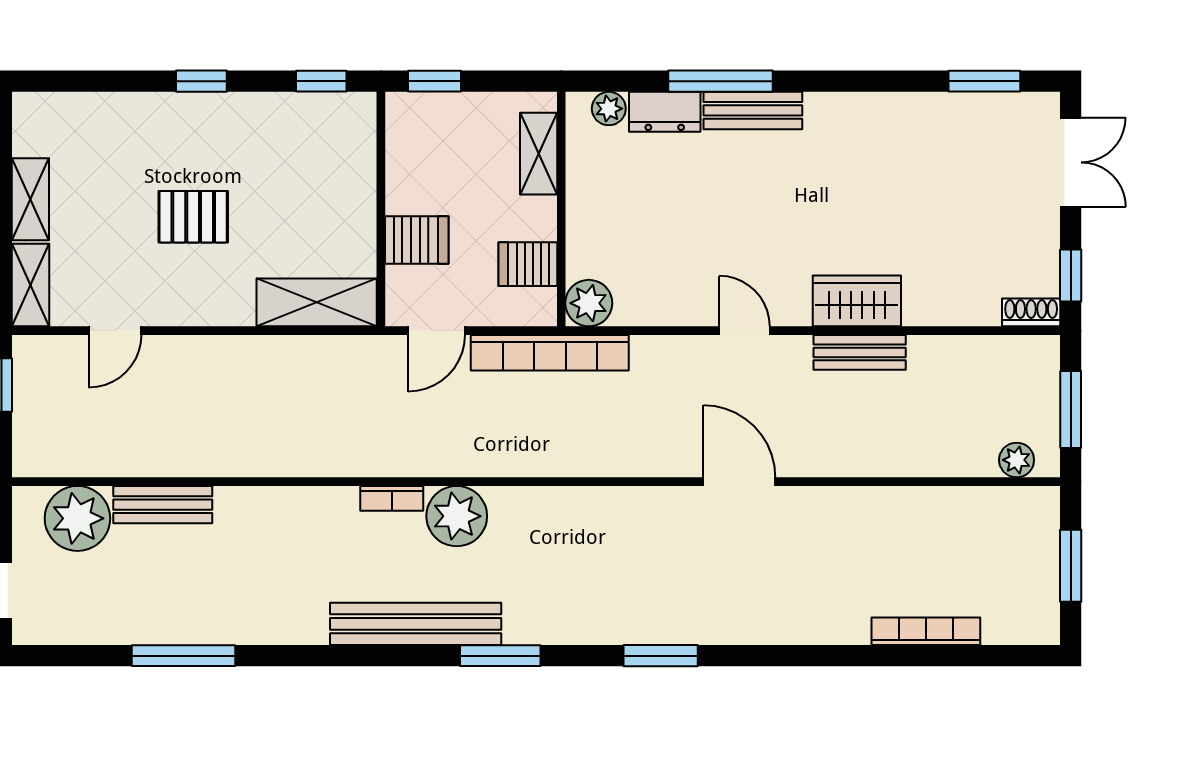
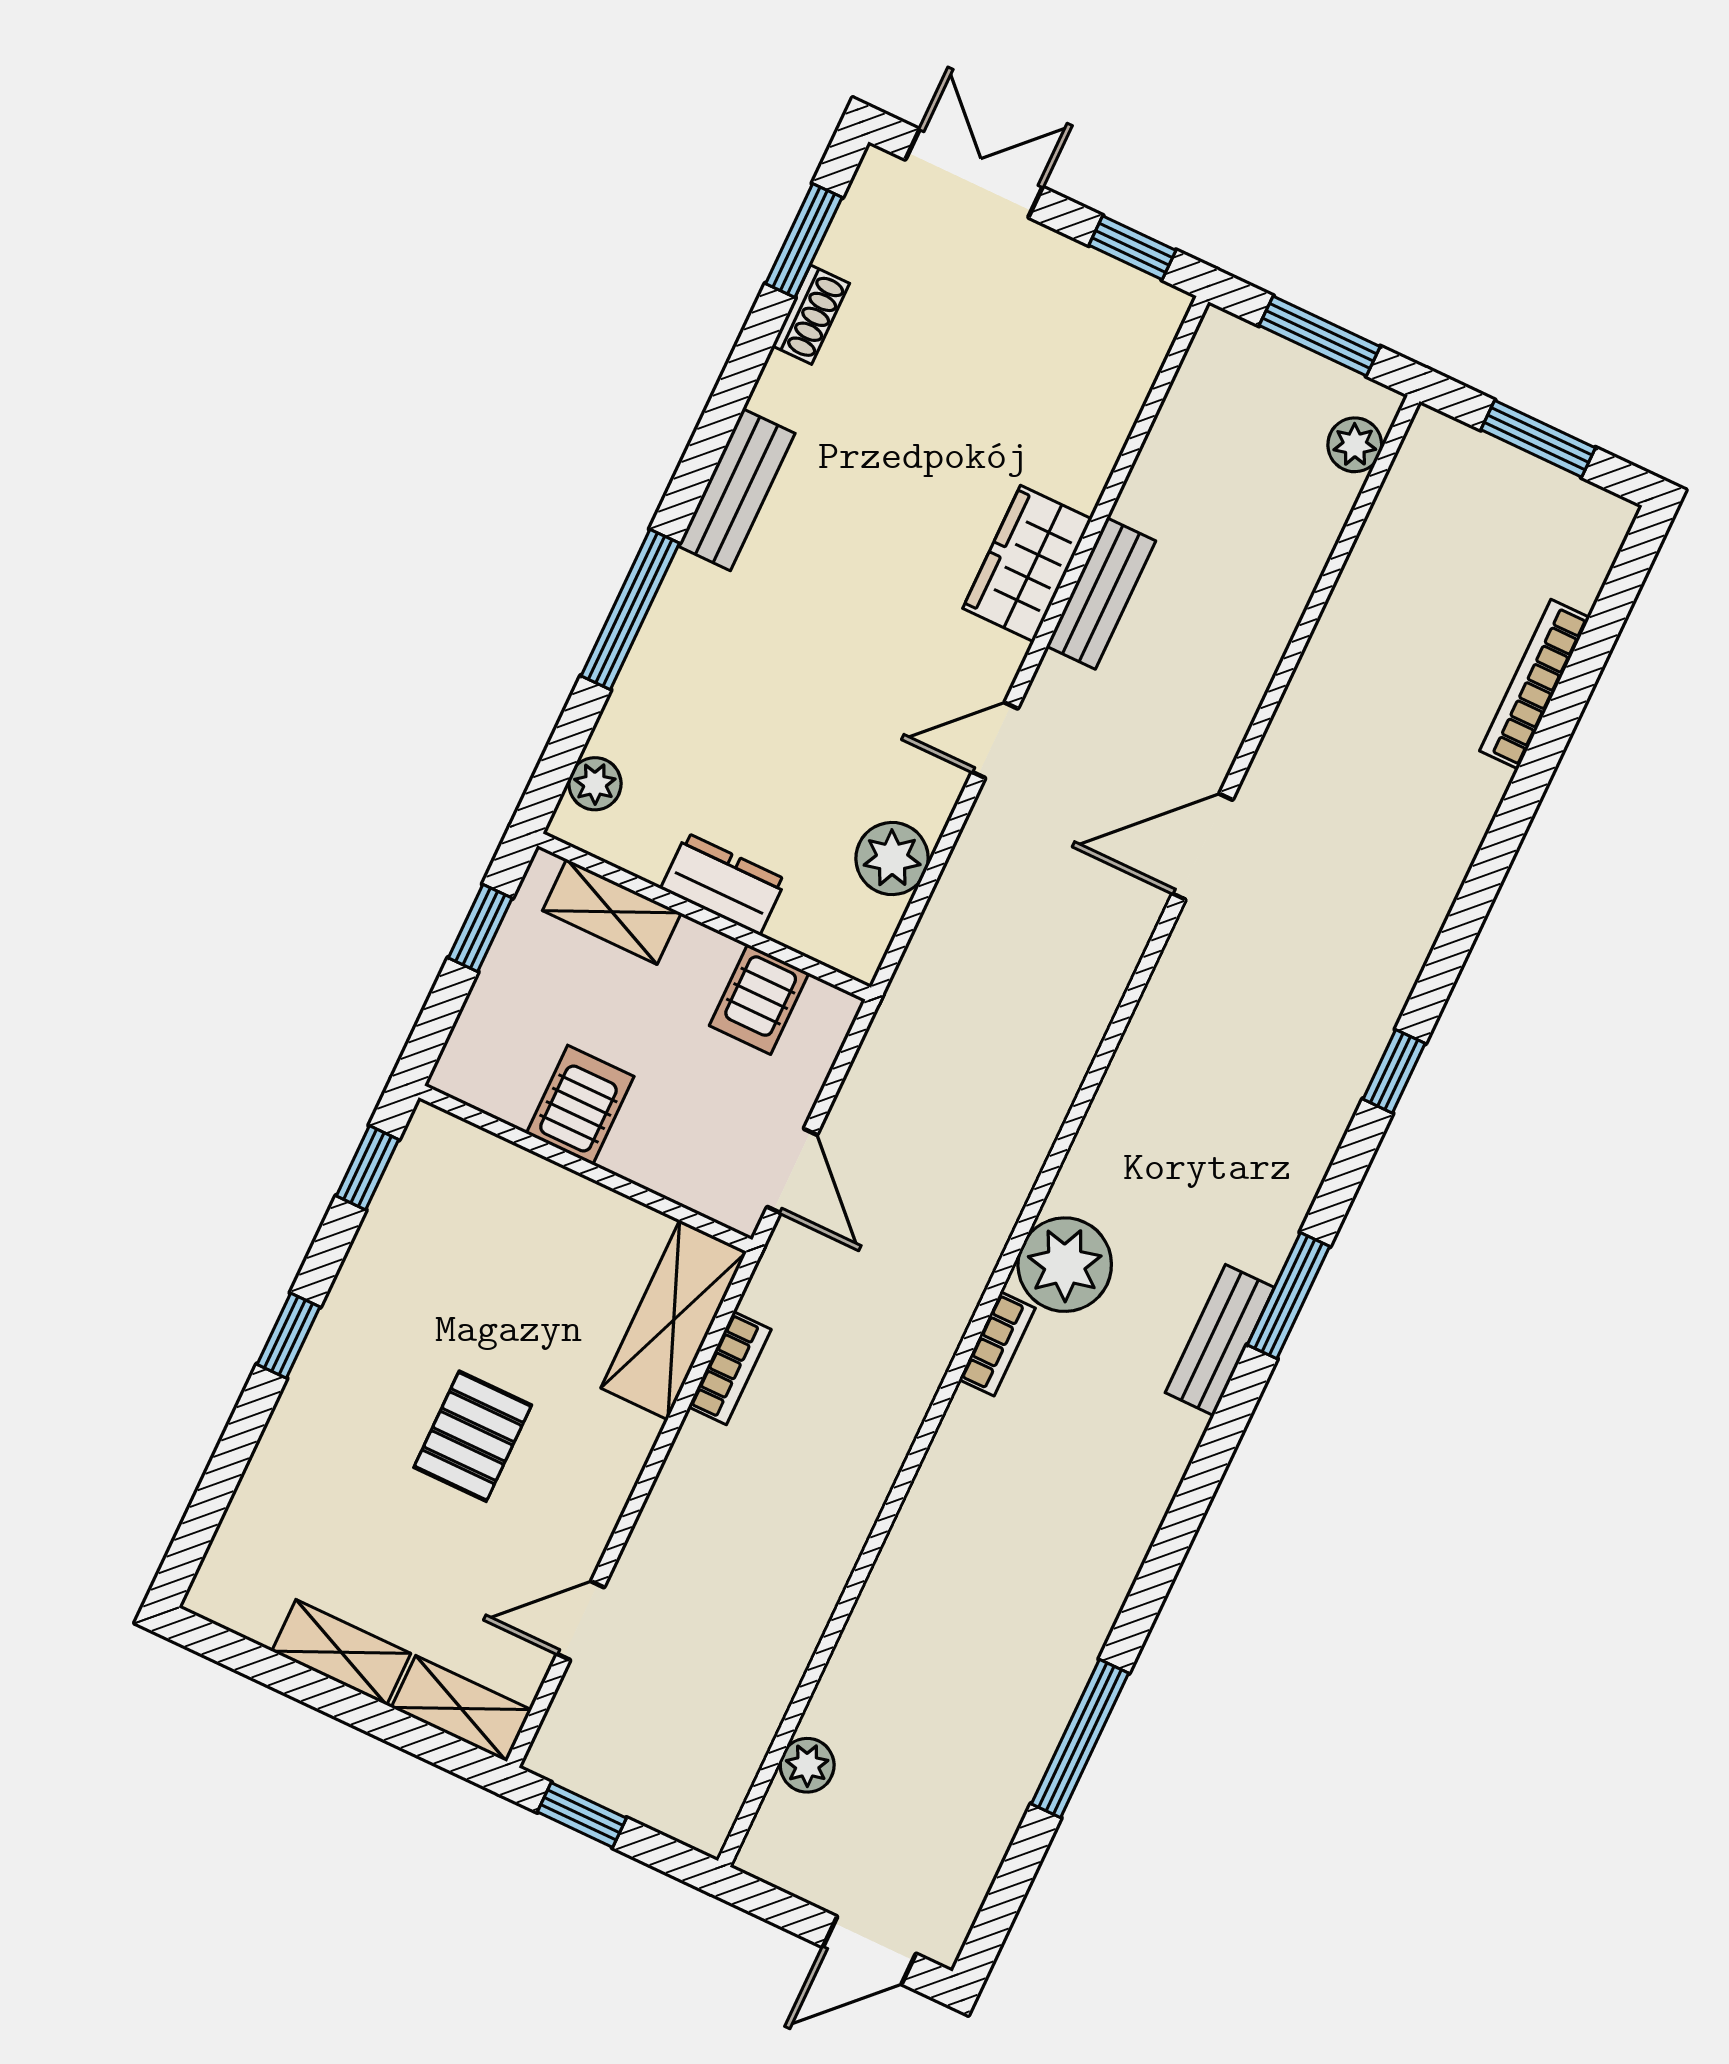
window: (435, 81) -> (480, 928), moved
bench: (753, 110) -> (737, 490), moved
dresser: (665, 112) -> (723, 884), moved, turned -90
server rack: (417, 240) -> (580, 1105), moved
plant: (589, 303) -> (892, 859), moved
shoe rack: (1031, 312) -> (811, 315), moved, turned 180
door: (115, 331) -> (581, 1621), swing flipped
bookcase: (550, 353) -> (730, 1368), moved, width x0.43, depth x0.76
bench: (163, 505) -> (855, 1668), removed
plant: (77, 518) -> (807, 1765), width x0.53, depth x0.53
bench: (416, 624) -> (1220, 1340), width x0.54, depth x0.82
window: (661, 656) -> (1394, 1071), width x0.67

